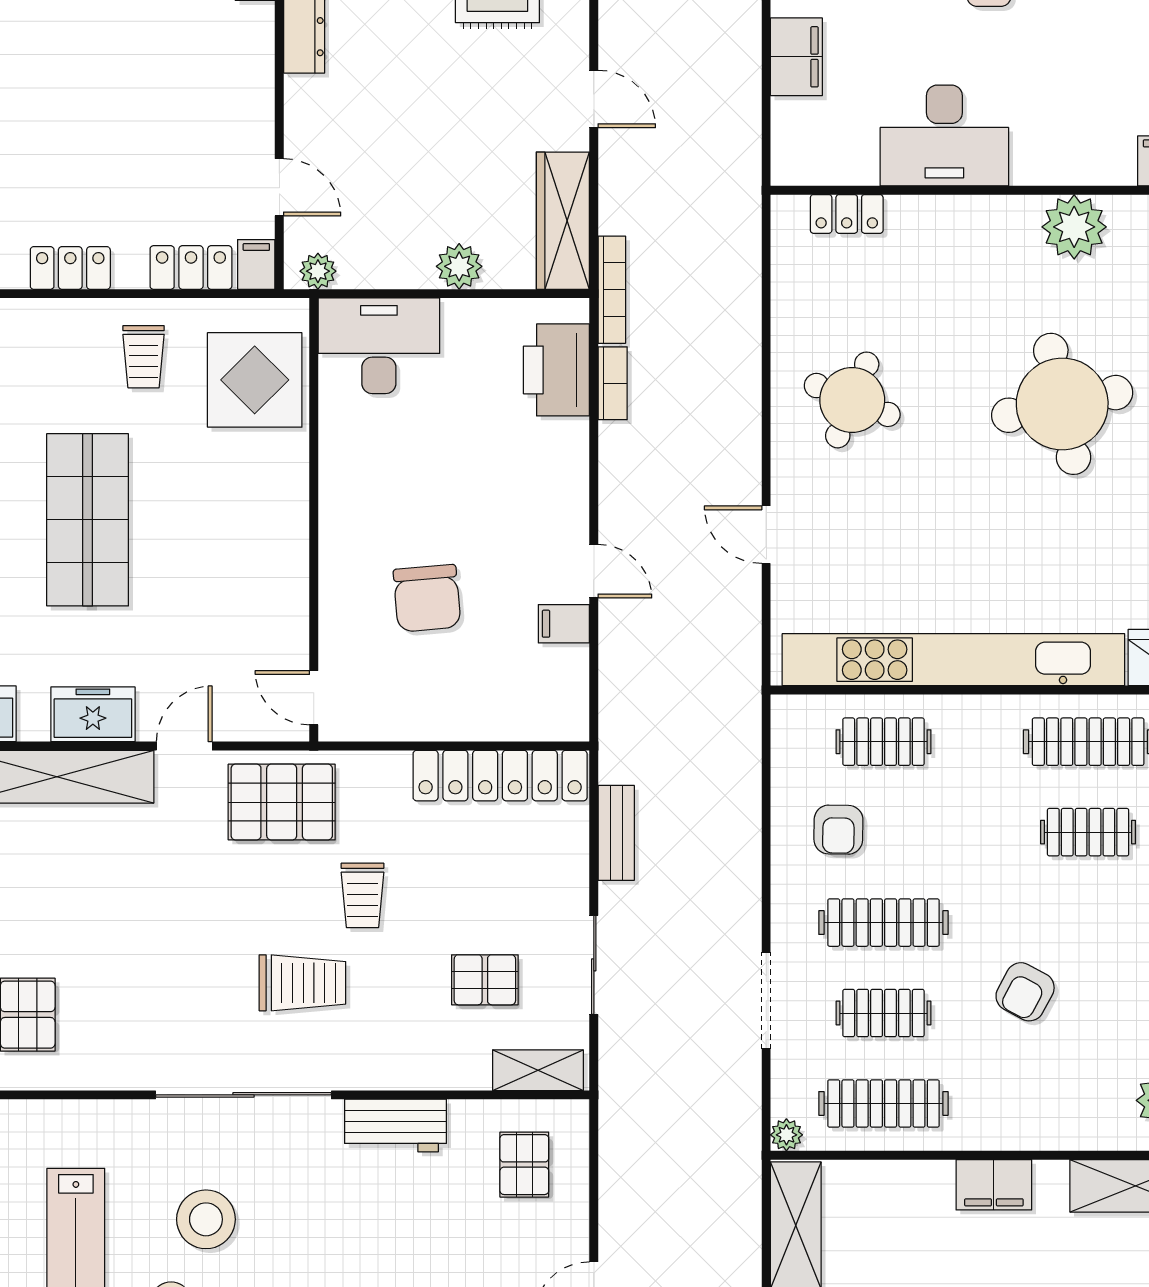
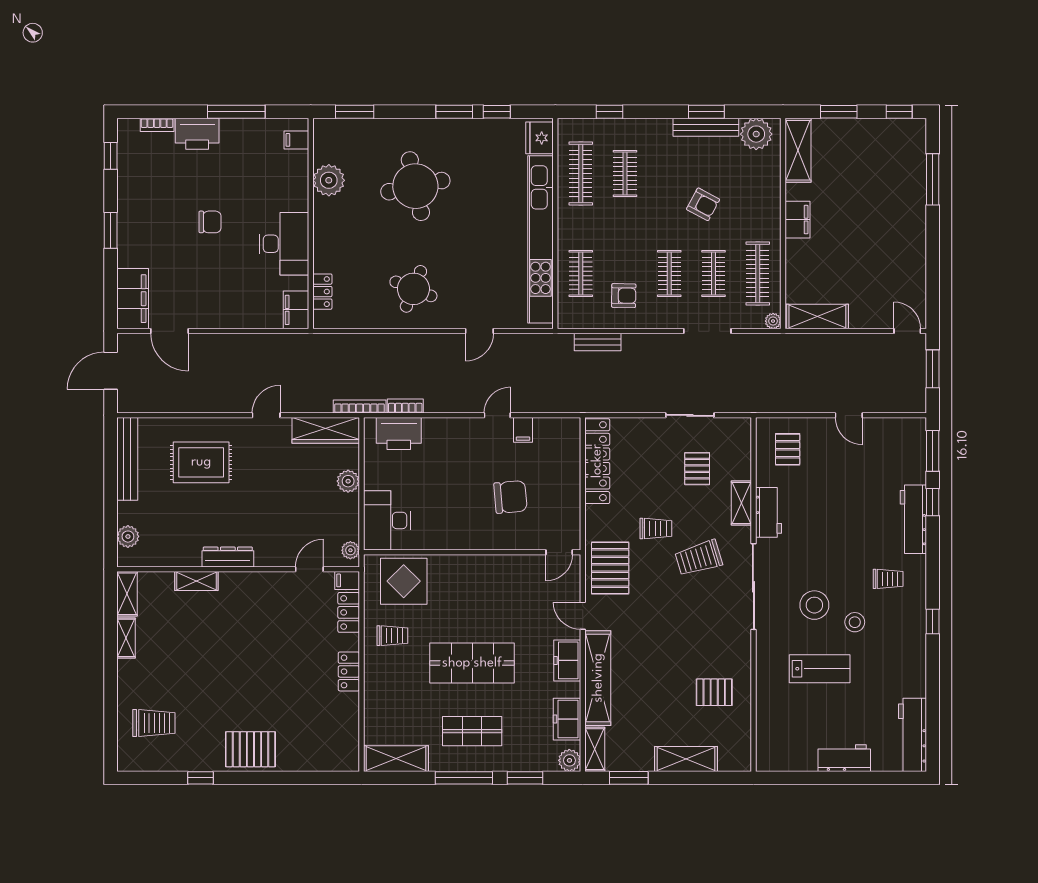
filing cabinet: (796, 57) -> (296, 310), moved, turned -90
bench: (616, 833) -> (598, 342), moved
clothes rail: (883, 923) -> (669, 274), width x0.73
trolley: (302, 983) -> (699, 558), turned -107
shelving: (538, 1070) -> (741, 503), moved
pallet: (524, 1165) -> (788, 449), turned 90

